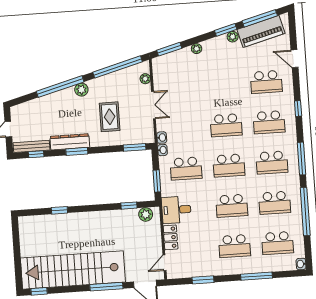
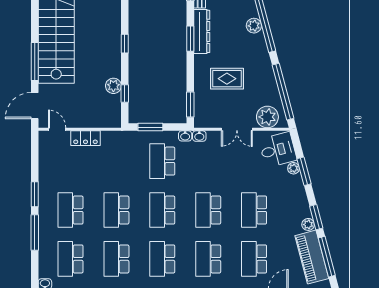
window: (169, 49) -> (304, 171), moved
plant: (197, 49) -> (294, 168), moved
plant: (145, 79) -> (267, 117), width x1.87, depth x1.87
school desk: (223, 85) -> (254, 210), added
plant: (81, 90) -> (254, 26), moved
window: (59, 210) -> (125, 44), moved
desk: (176, 210) -> (278, 150), moved, turned 75
plant: (146, 214) -> (113, 86), moved
window: (203, 280) -> (35, 194), moved

